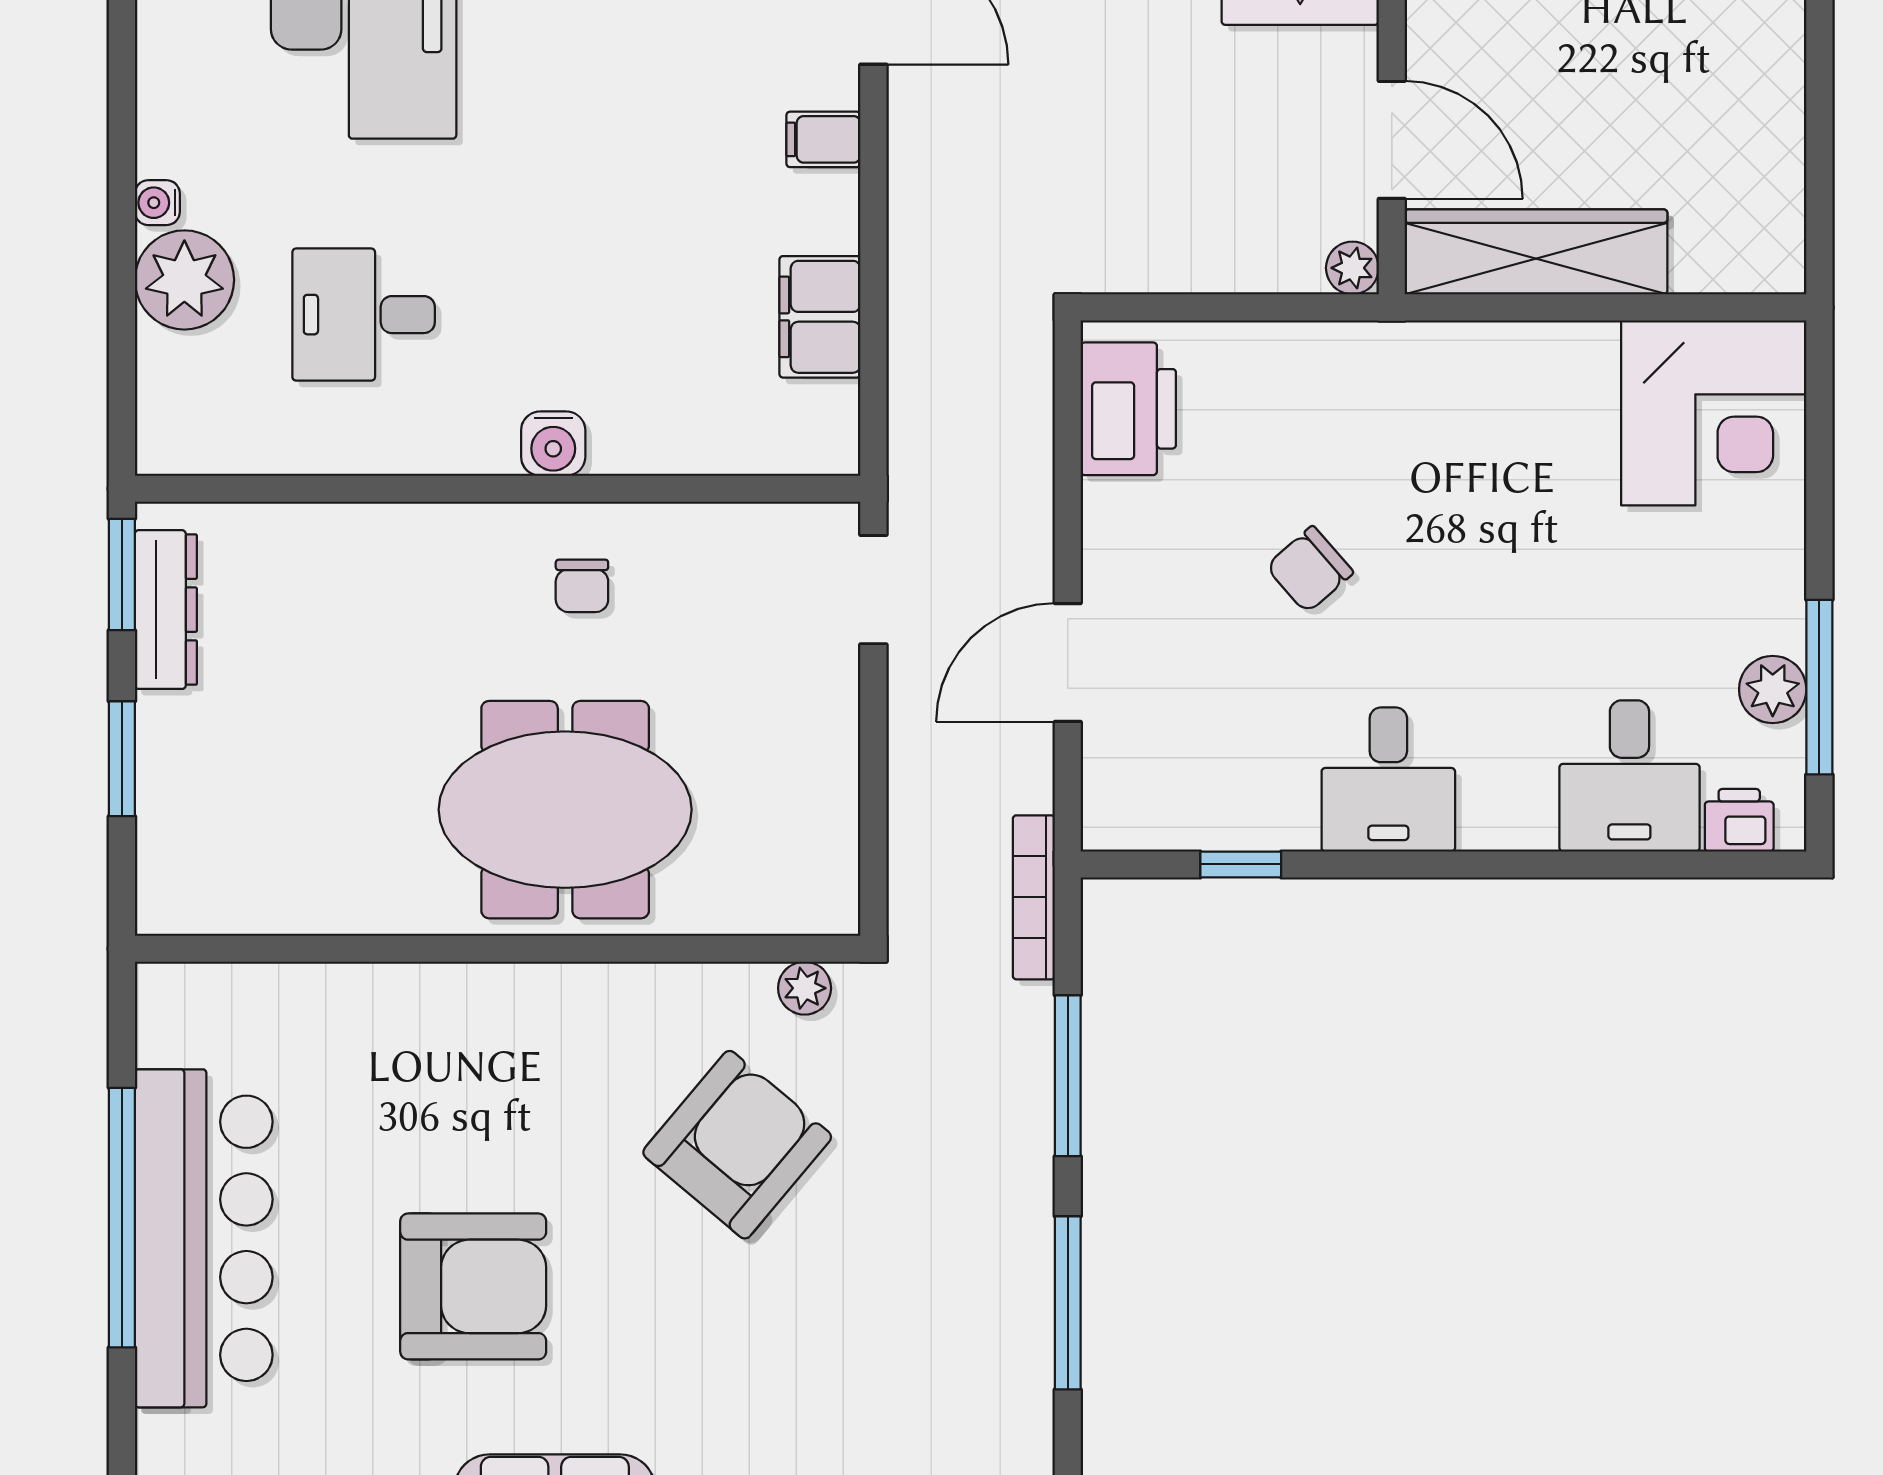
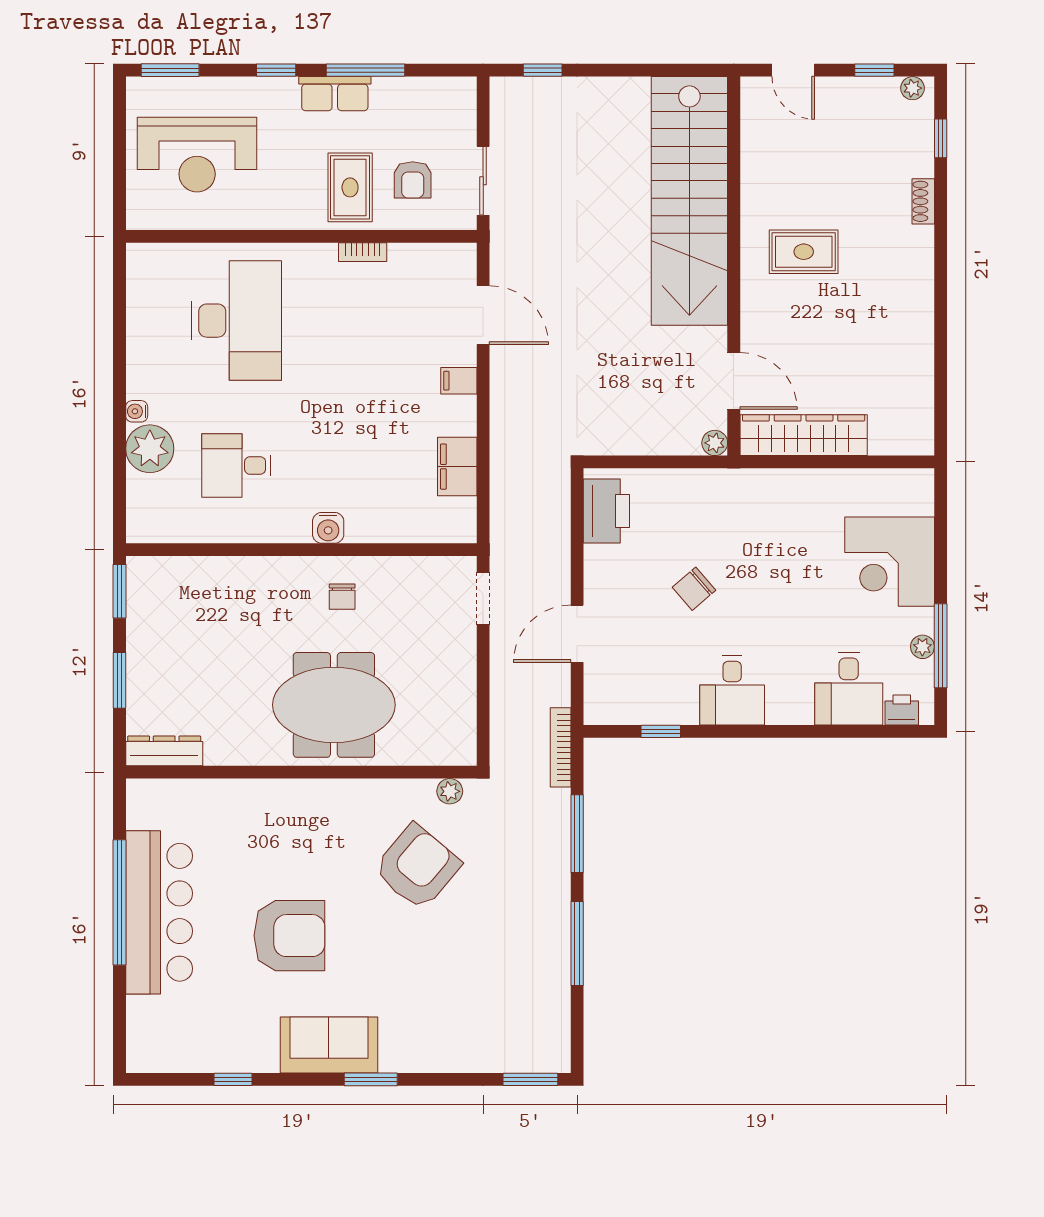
corner desk: (1714, 413) -> (890, 562), moved, turned 90
dresser: (166, 610) -> (164, 751), moved, turned -90
plant: (1773, 690) -> (922, 647), width x0.73, depth x0.73

